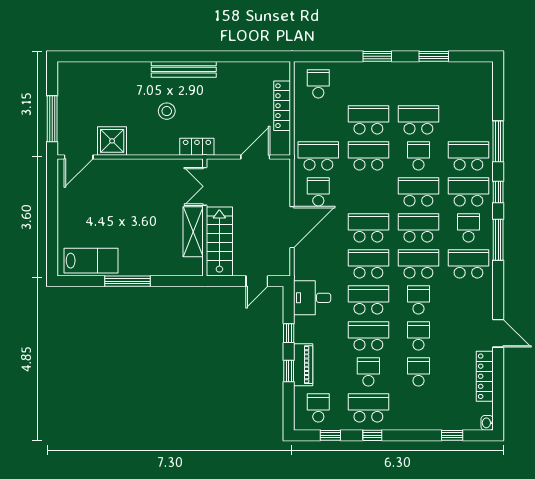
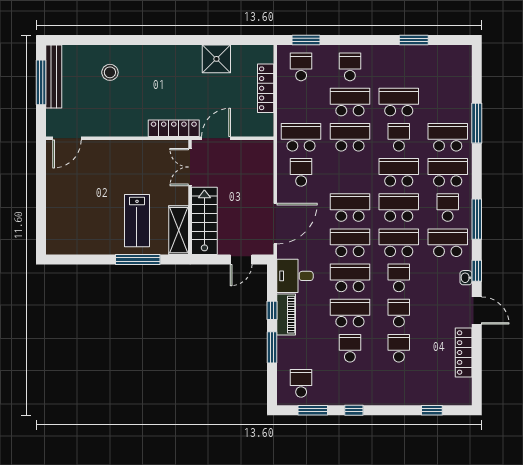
window: (377, 56) -> (306, 40), moved
bench: (184, 69) -> (54, 77), moved, turned 90
stool: (167, 111) -> (110, 72), moved
window: (52, 119) -> (41, 82), moved
shower: (112, 141) -> (216, 59), moved
locker: (197, 147) -> (174, 128), width x1.53
door: (255, 157) -> (216, 138), moved
window: (498, 192) -> (477, 271), moved
door: (292, 227) -> (275, 224), moved
shelving: (193, 232) -> (179, 230), moved
lab bench: (91, 261) -> (137, 221), moved, turned 90
window: (128, 281) -> (138, 260), moved
piano: (303, 365) -> (286, 315), moved
window: (289, 371) -> (272, 347), width x1.50
school desk: (368, 408) -> (350, 67), moved, width x0.54
washbasin: (487, 423) -> (466, 278), moved
window: (330, 435) -> (313, 410), width x1.50

